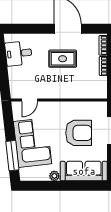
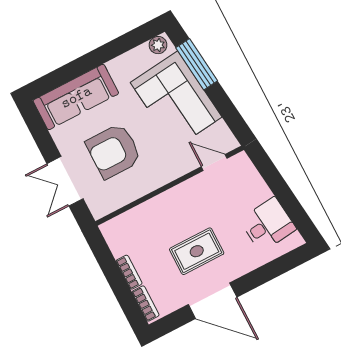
door: (30, 100) -> (214, 162), hinge flipped
plant: (54, 176) -> (158, 45), moved

